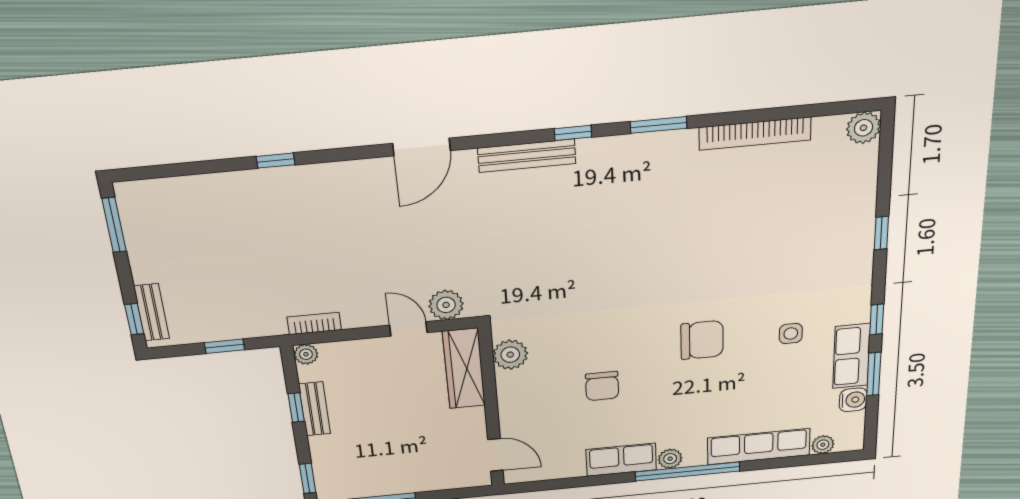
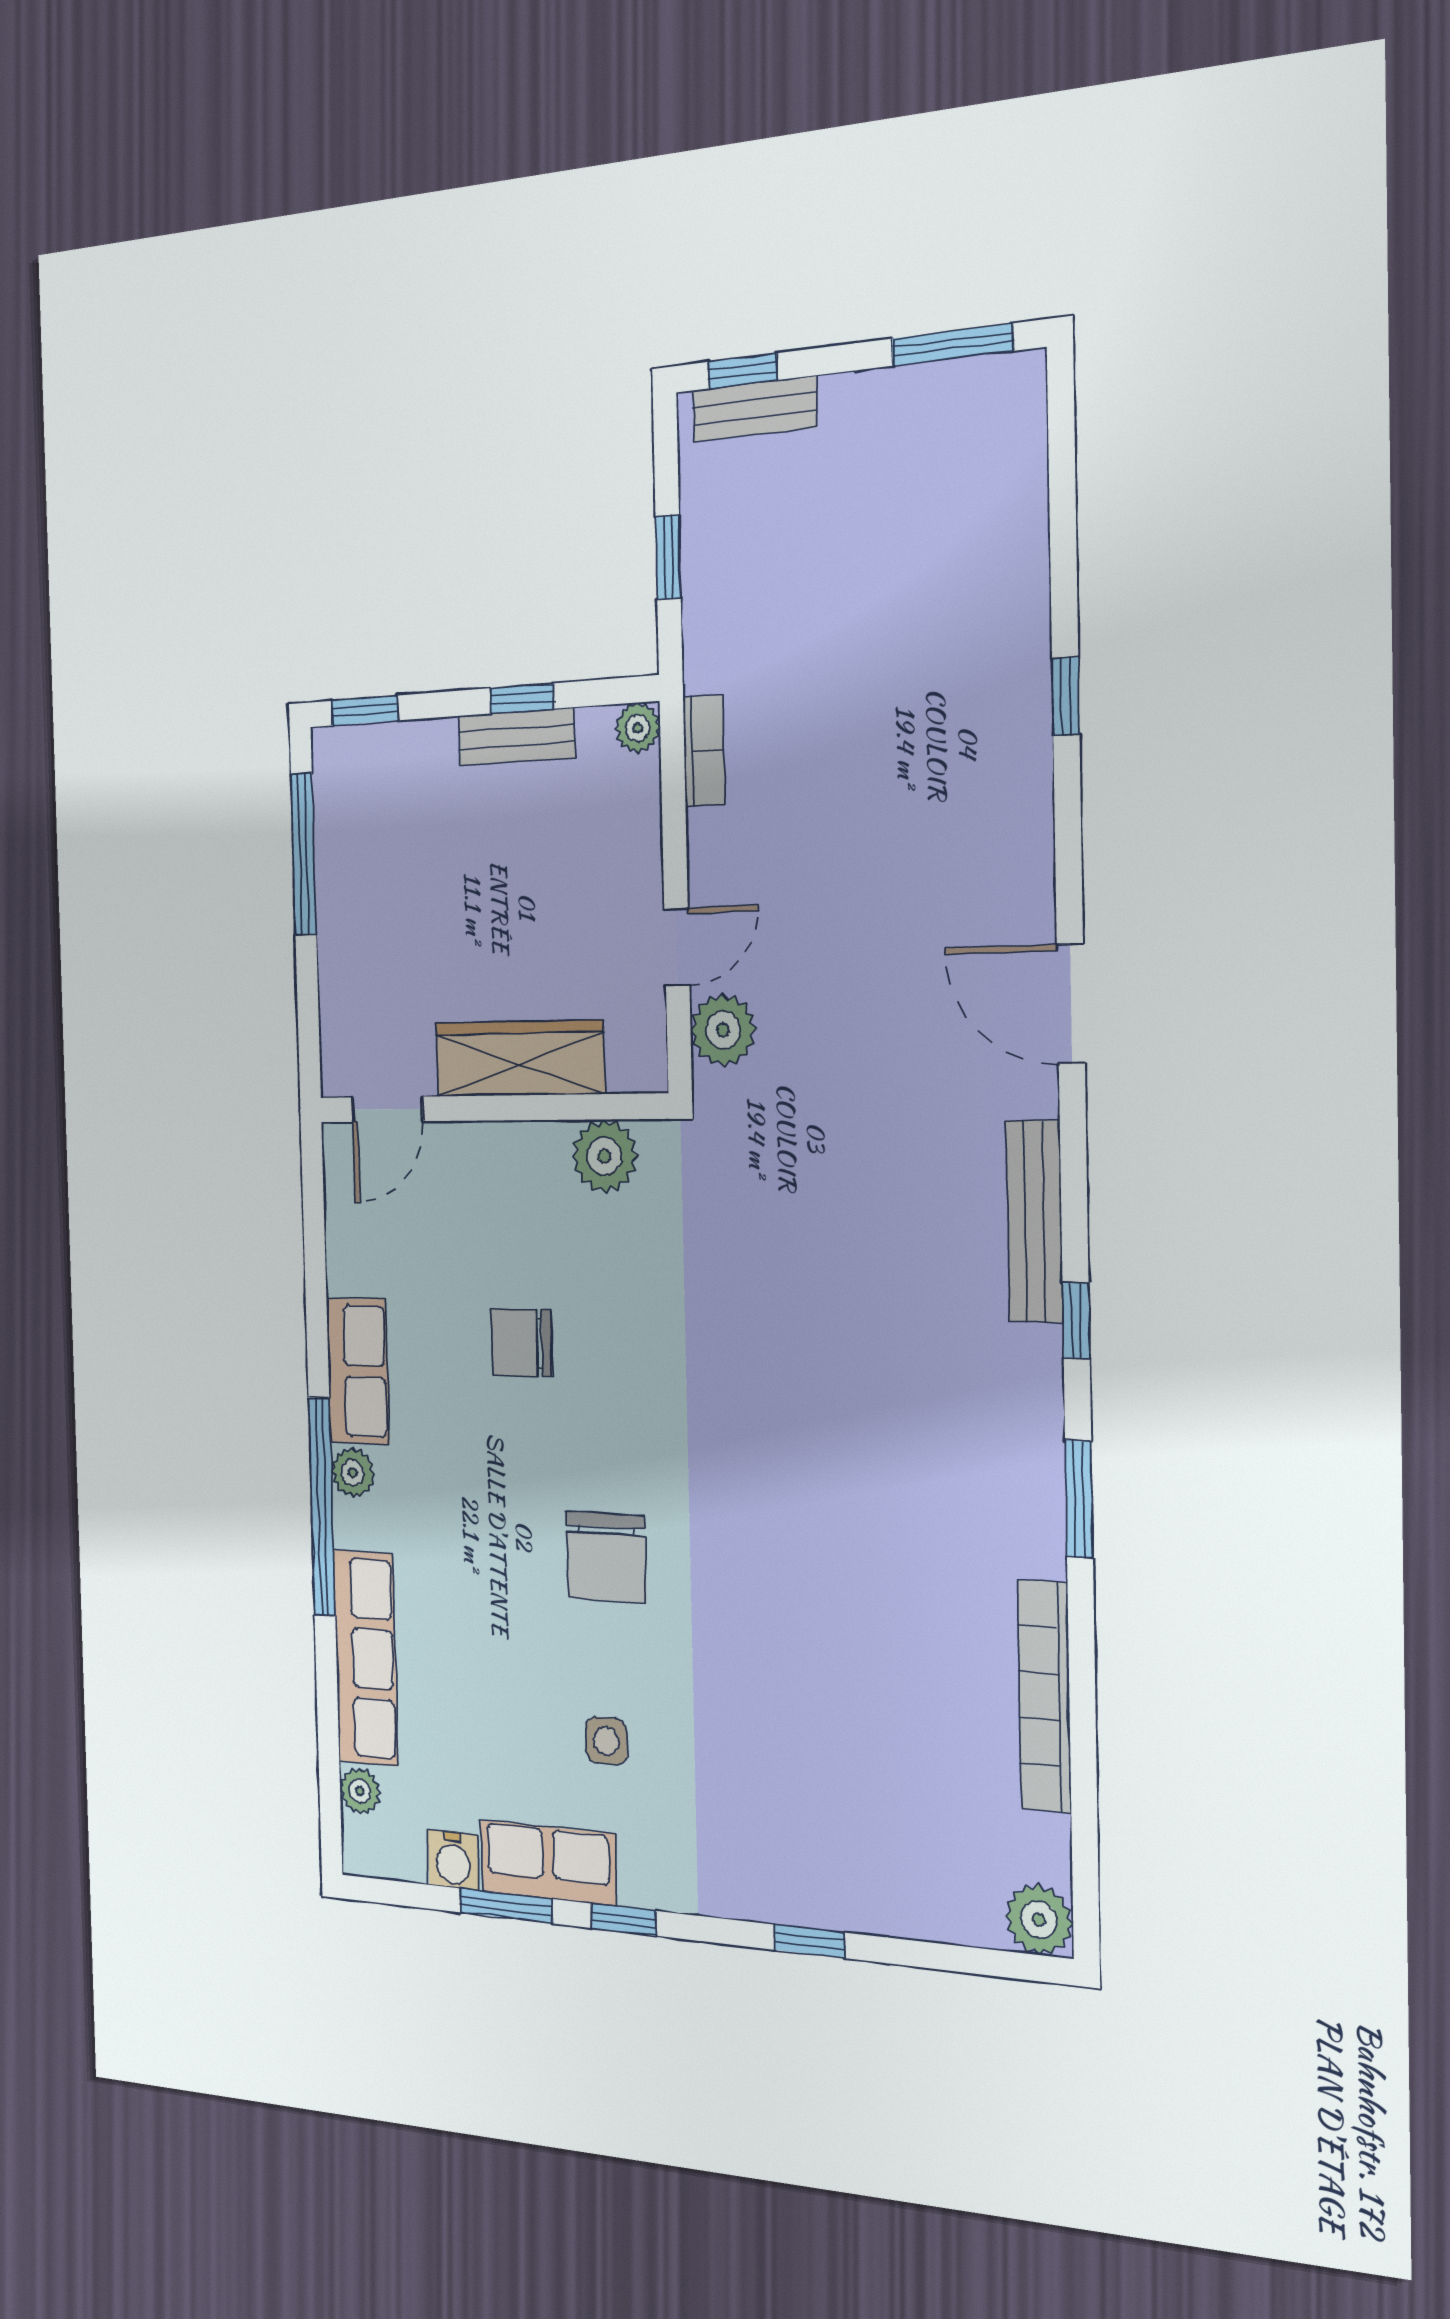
wardrobe: (464, 369) -> (519, 1058), moved

